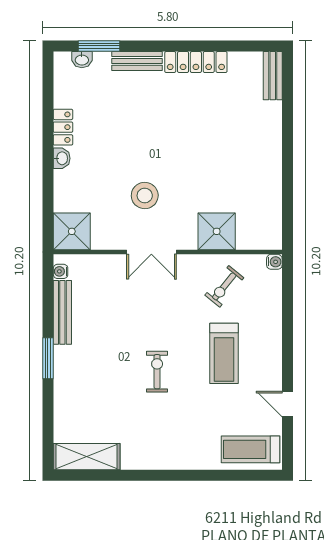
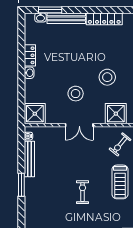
bench: (137, 61) -> (66, 18), width x1.36
stool: (201, 166) -> (107, 77), added

